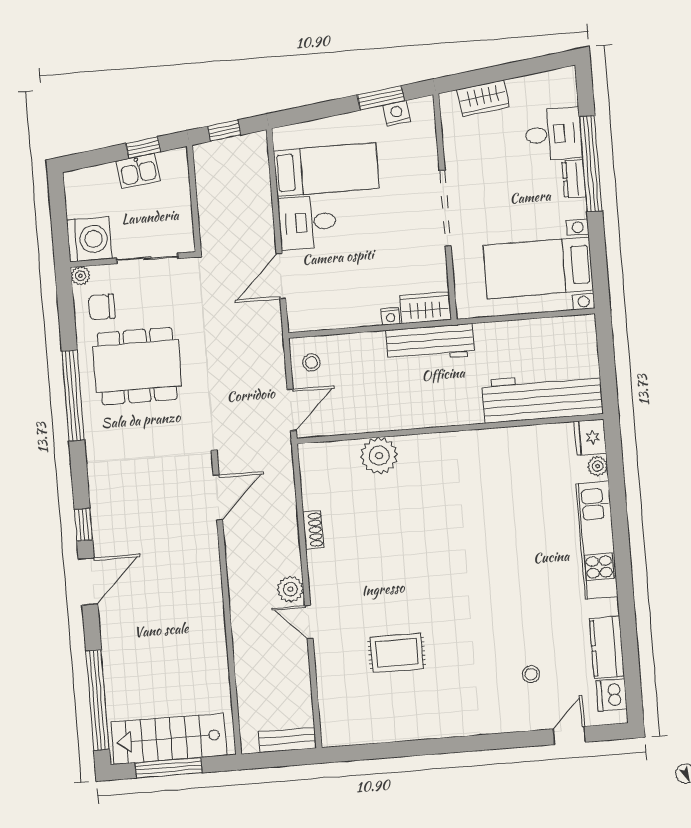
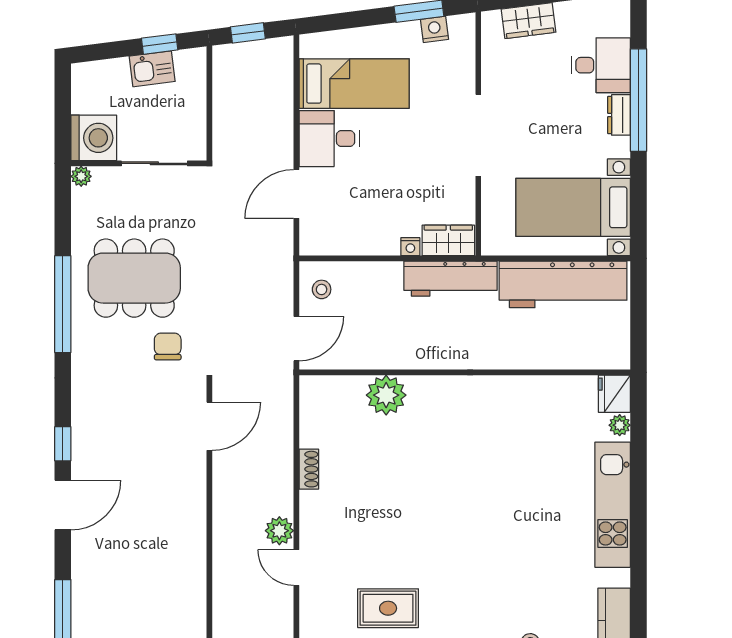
chair: (102, 307) -> (168, 346), moved, turned 90
workbench: (542, 397) -> (563, 284), moved, turned 180

